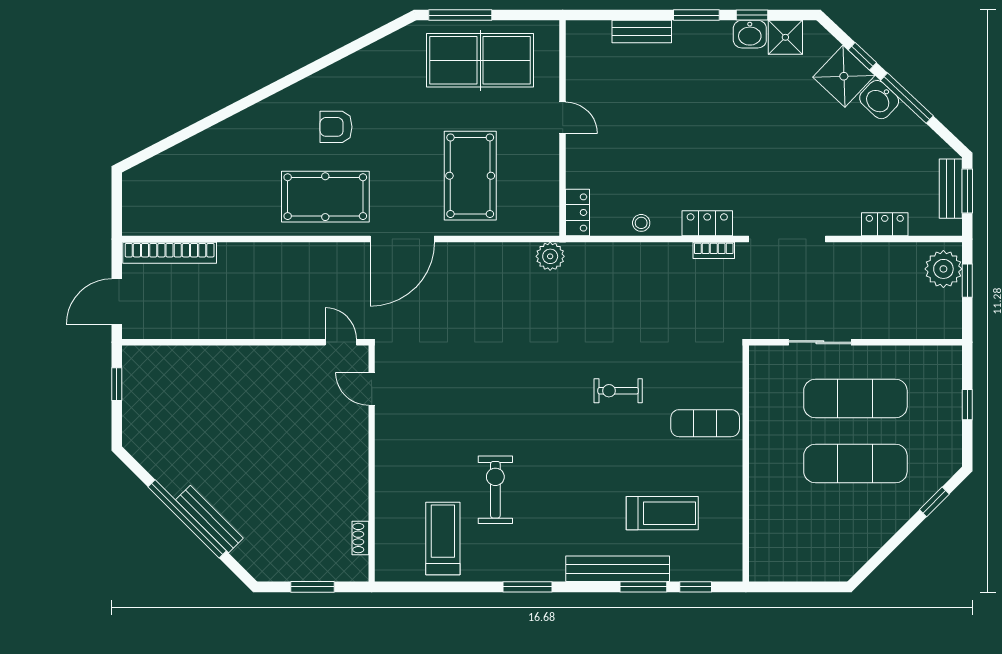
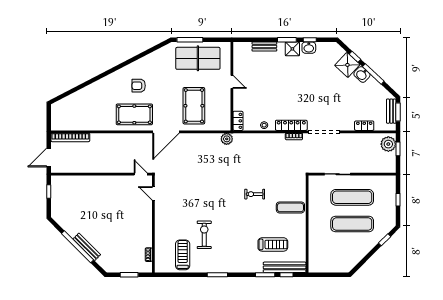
shower: (785, 37) -> (292, 49), moved
locker: (707, 223) -> (291, 125), width x1.53
bench: (618, 569) -> (285, 267), moved

